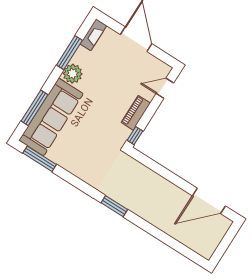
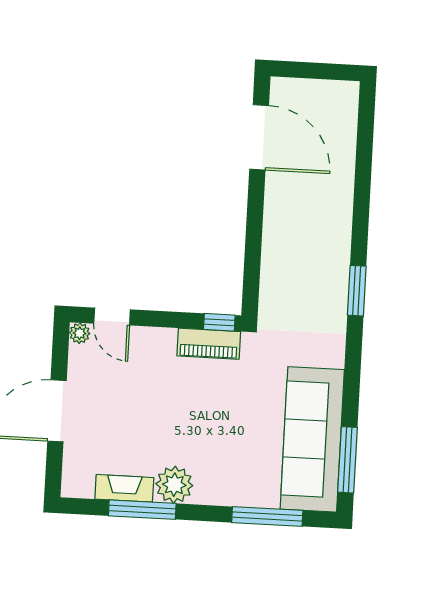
fireplace: (93, 35) -> (124, 488), moved
plant: (166, 69) -> (80, 333), added
piano: (136, 113) -> (209, 344), moved
sofa: (51, 117) -> (312, 439), moved, turned -90

